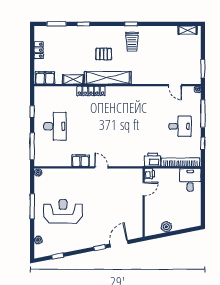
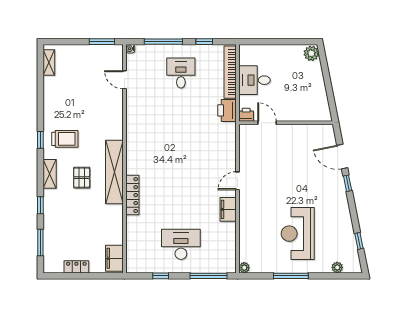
shelving: (73, 79) -> (50, 174), moved
door: (175, 85) -> (124, 80), swing flipped
desk: (190, 180) -> (255, 80), moved
plant: (166, 227) -> (311, 53), moved

